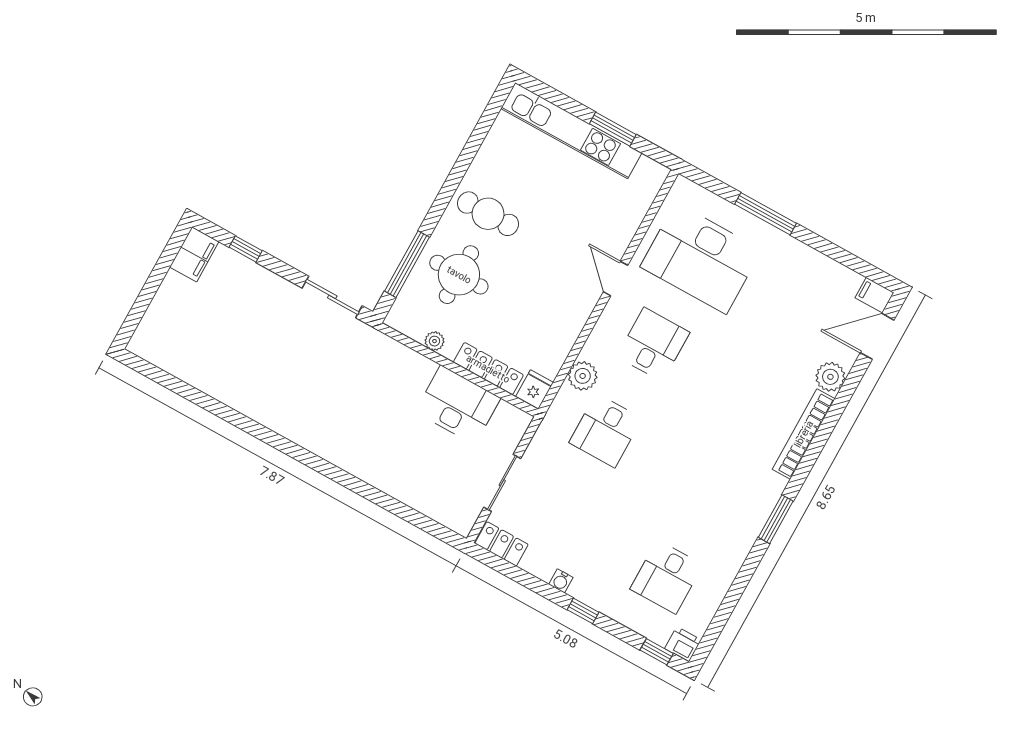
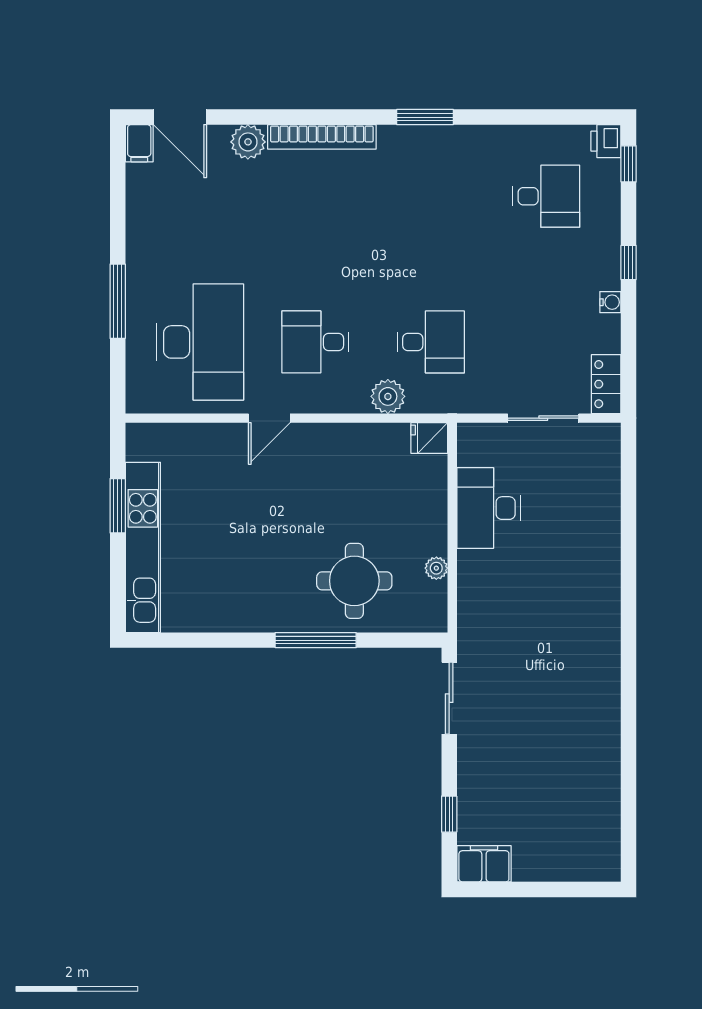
cafe table: (488, 214) -> (275, 586), removed
window: (407, 264) -> (316, 640), moved
locker: (488, 369) -> (434, 497), removed

